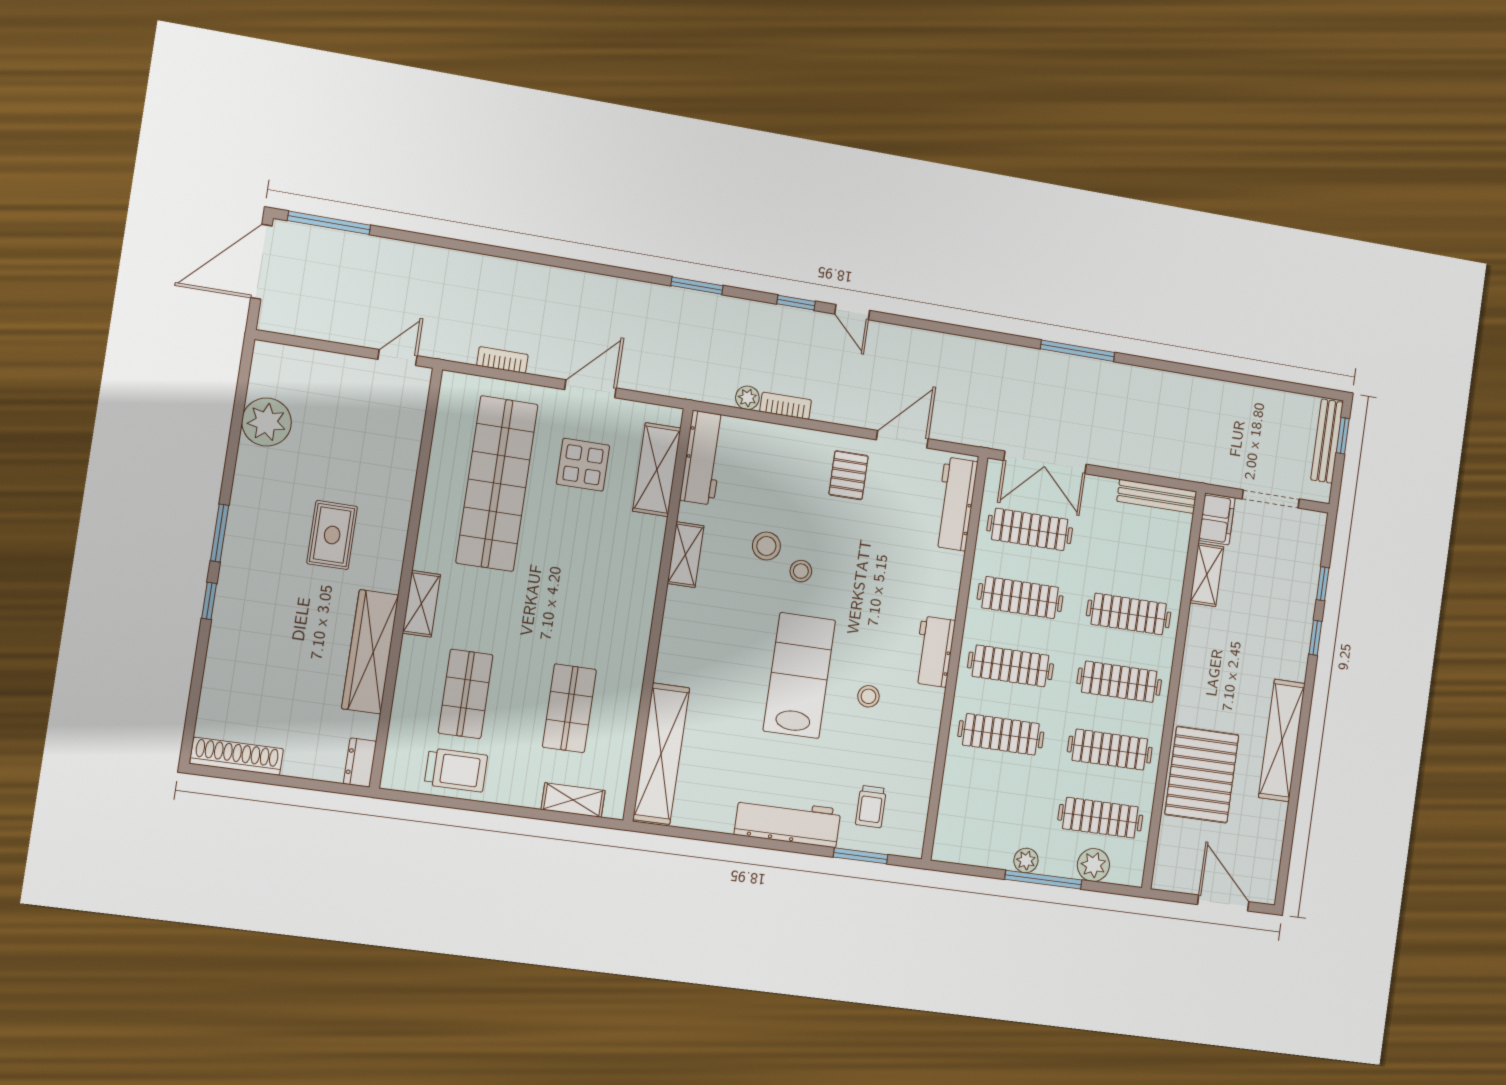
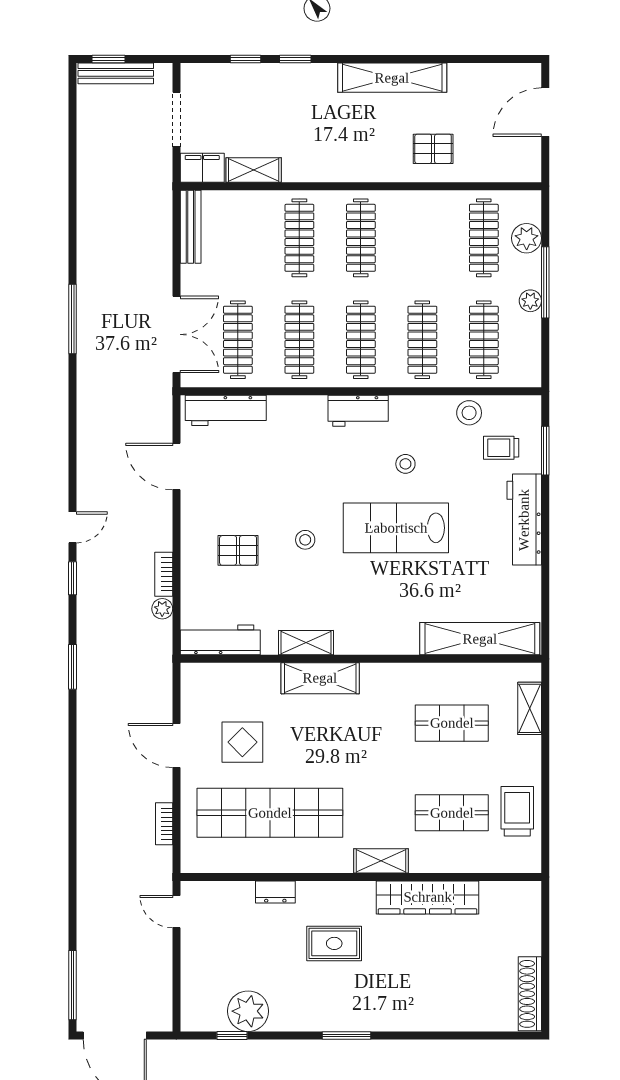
shelving: (657, 470) -> (320, 678), moved
pallet: (849, 475) -> (238, 550), moved
stool: (766, 546) -> (469, 413), moved
window: (209, 601) -> (232, 1035), moved
clothes rail: (1110, 750) -> (484, 340), moved
dresser: (360, 763) -> (275, 892), moved
pallet: (1202, 775) -> (433, 149), width x0.49, depth x0.50
trolley: (871, 807) -> (501, 448), turned 180

